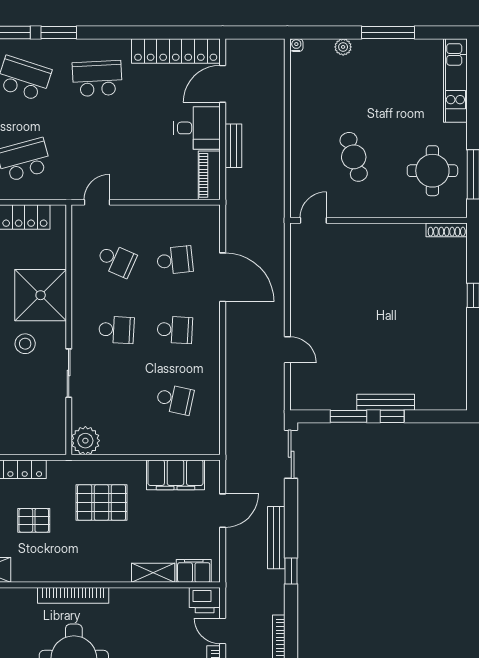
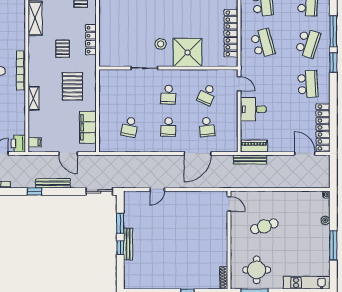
desk: (197, 128) -> (253, 109), moved, turned 90
bench: (233, 146) -> (250, 159), moved, width x1.36
plant: (85, 441) -> (107, 77), removed
filing cabinet: (194, 571) -> (35, 142), width x0.50
shelving: (153, 573) -> (34, 98), moved

